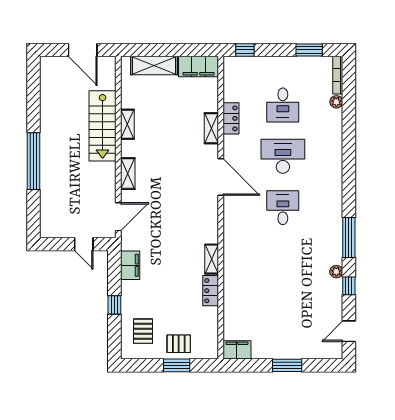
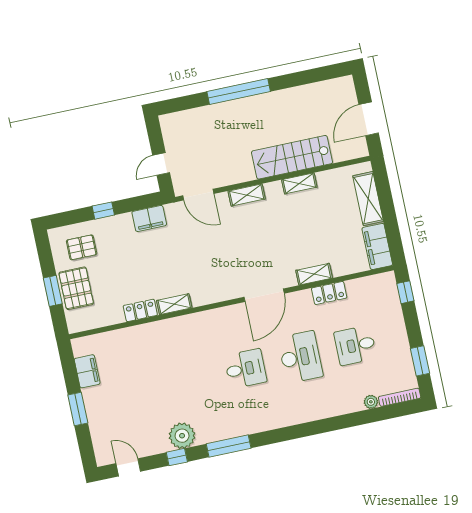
plant: (336, 272) -> (182, 436), width x1.87, depth x1.87
pallet: (179, 344) -> (76, 288), width x1.50, depth x1.42
filing cabinet: (237, 350) -> (87, 371), moved

